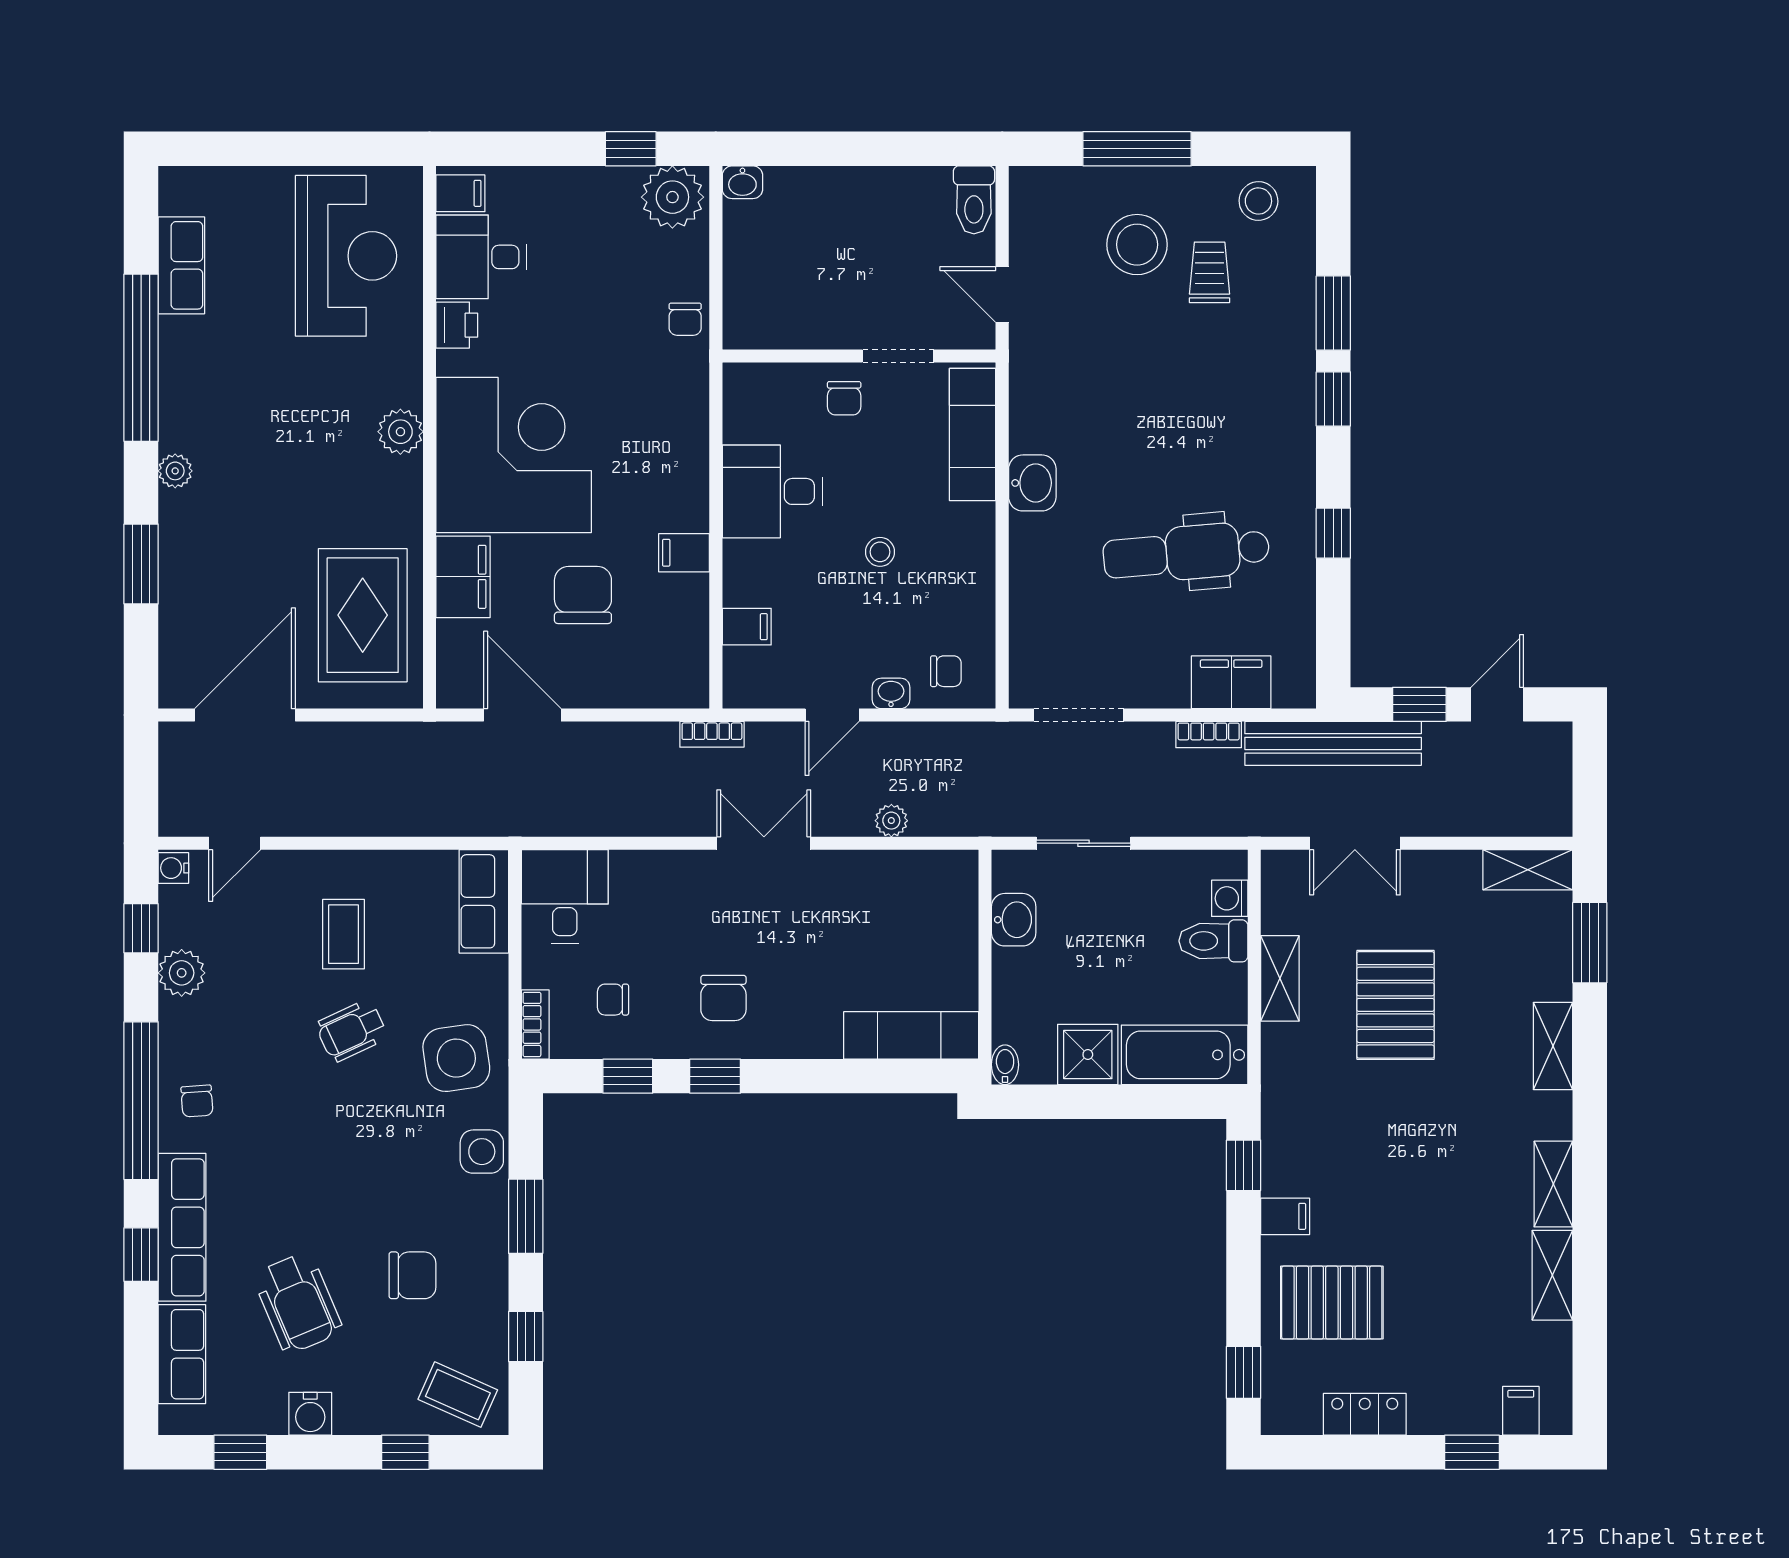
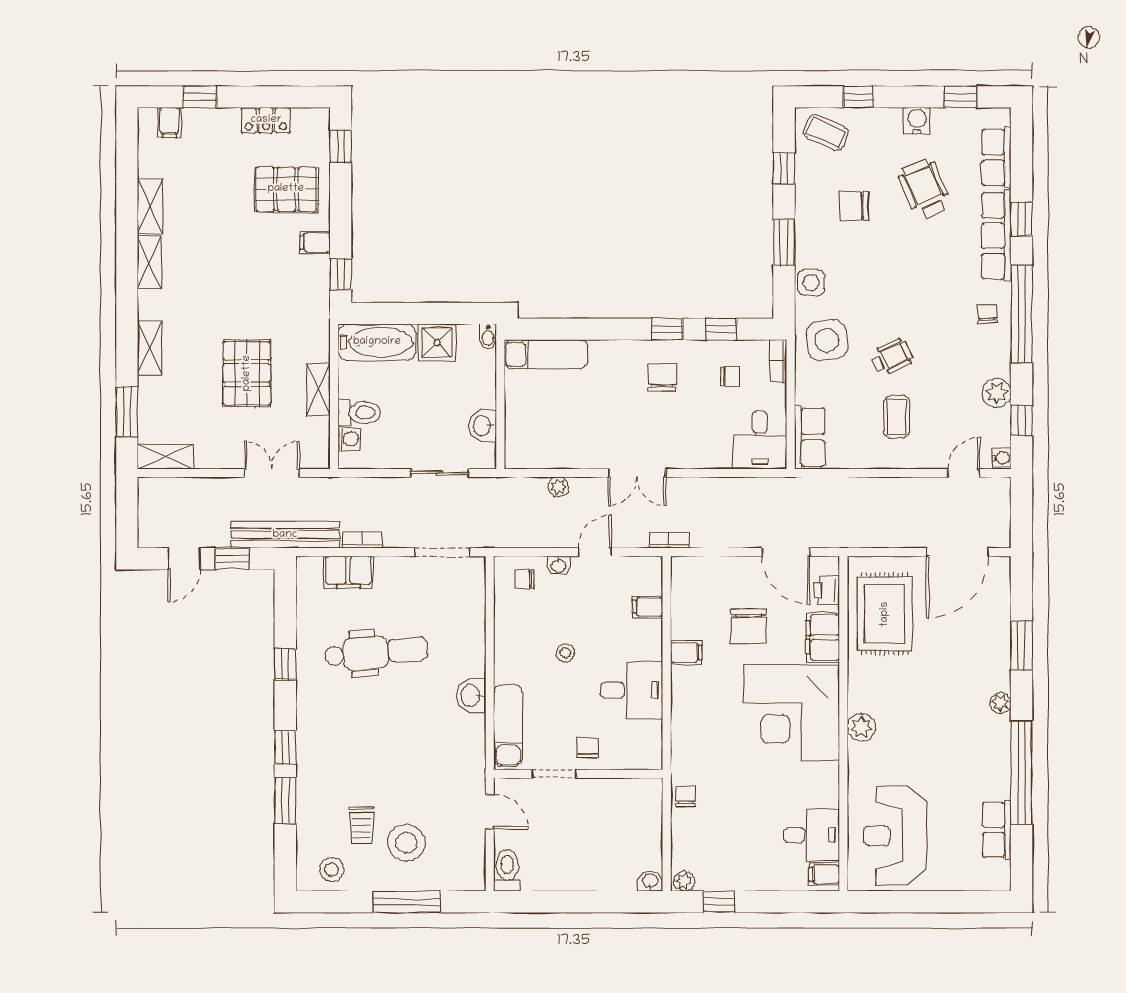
plant: (672, 197) -> (684, 881), width x0.53, depth x0.53
printer: (457, 325) -> (827, 590), moved

